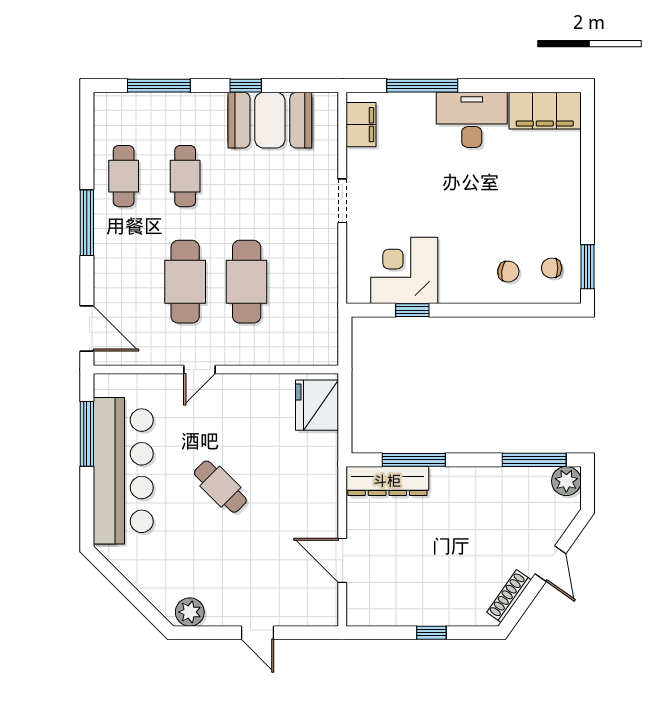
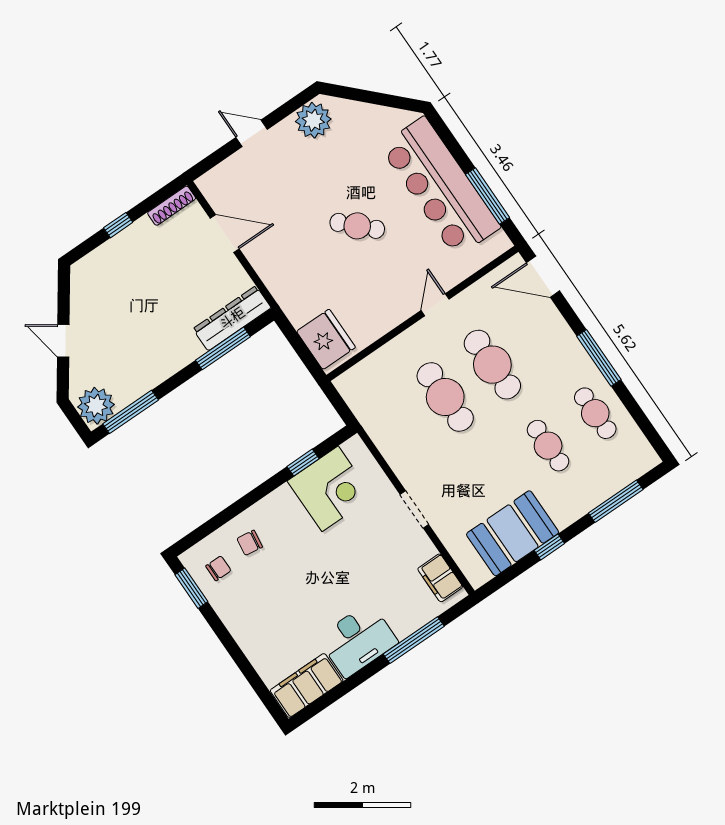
plant: (566, 481) -> (96, 406), width x1.36, depth x1.36
shoe rack: (509, 596) -> (172, 206), moved, turned 55
plant: (190, 612) -> (313, 120), width x1.36, depth x1.36

